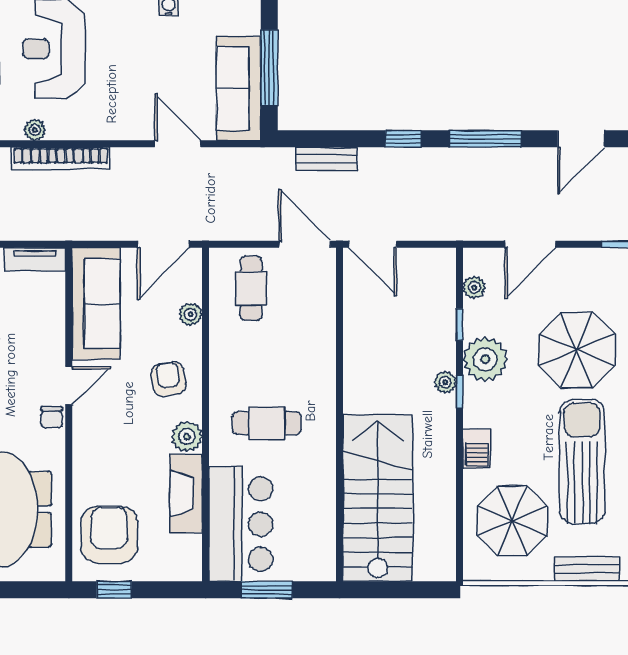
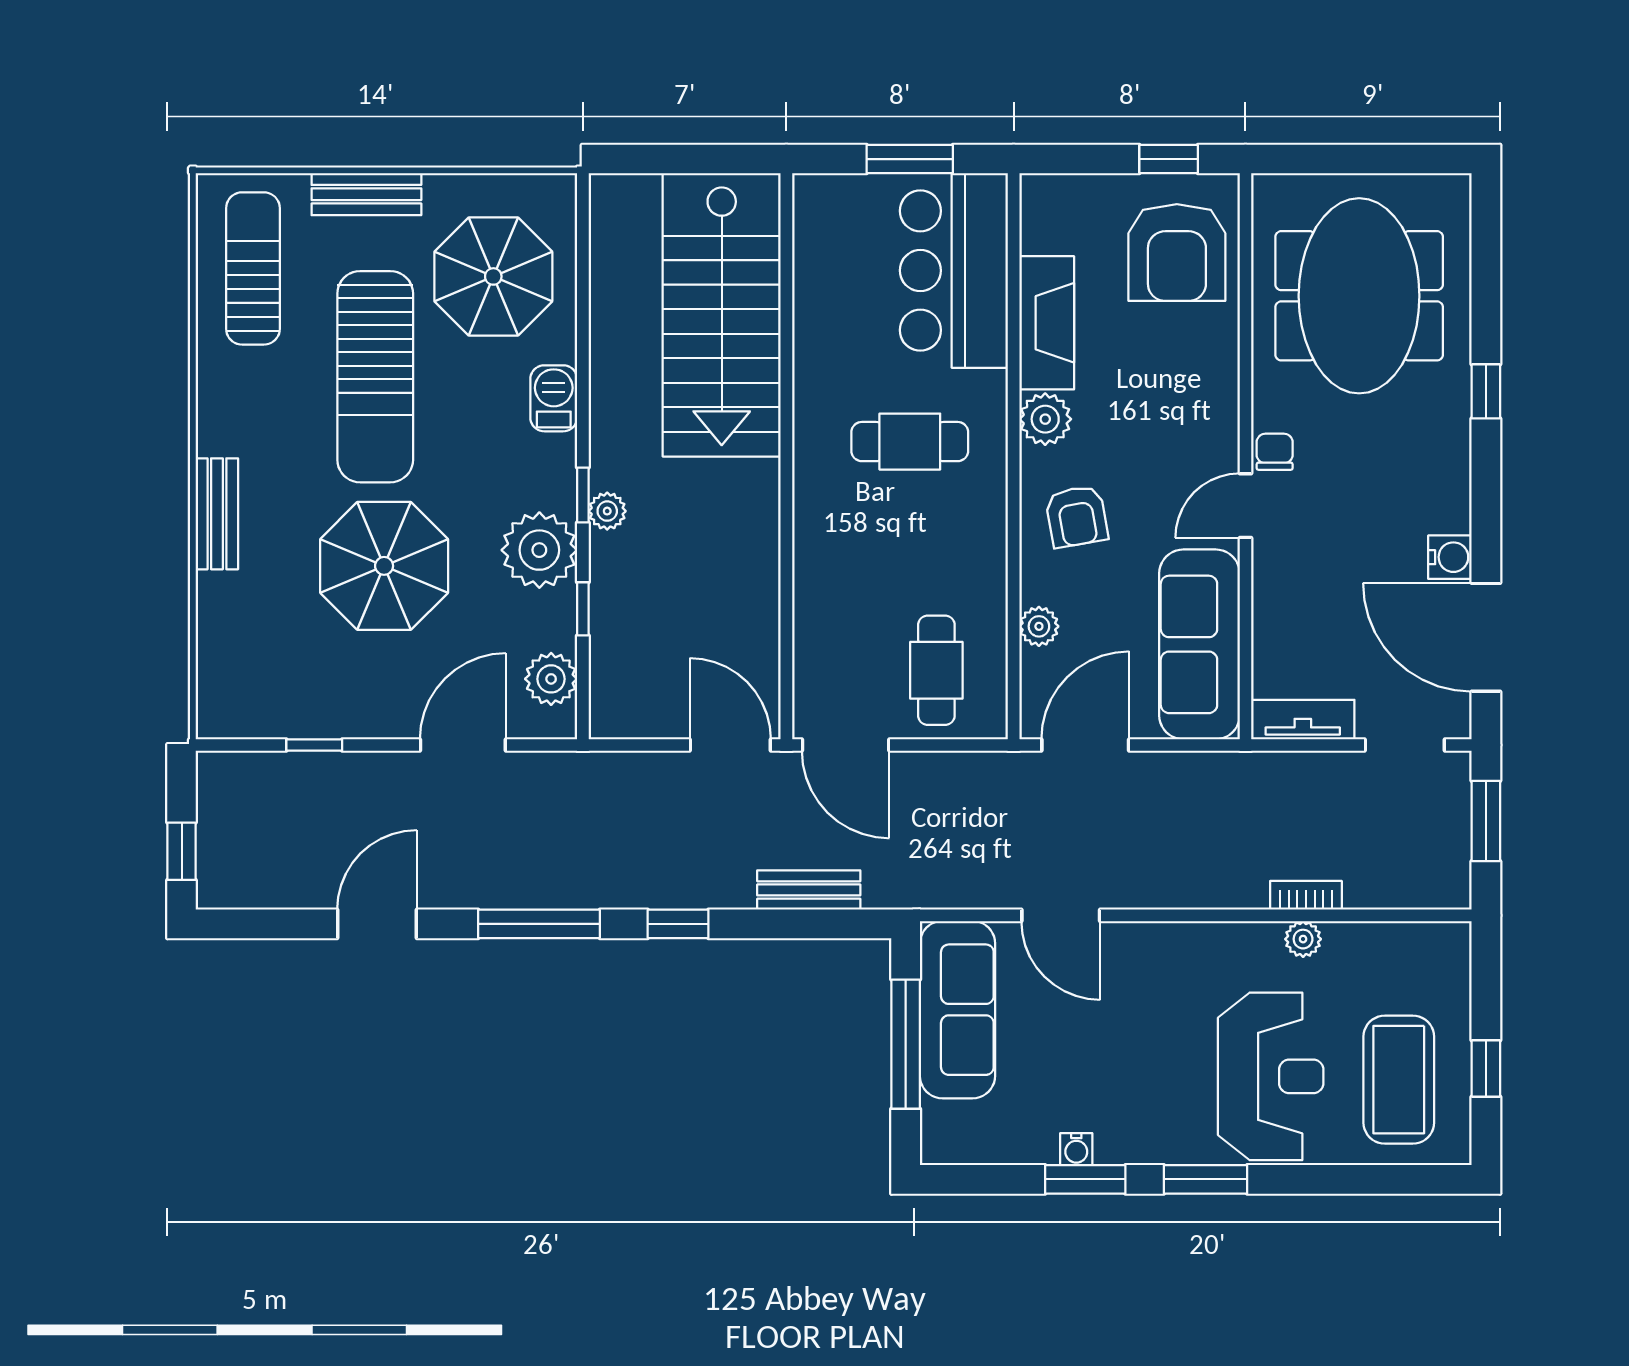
bookcase: (61, 158) -> (1306, 895), width x0.43, depth x0.76
plant: (474, 287) -> (551, 679), width x1.38, depth x1.38

